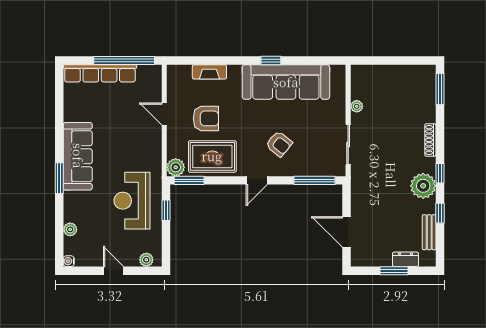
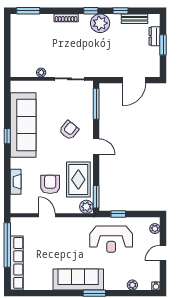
door: (164, 114) -> (47, 215), swing flipped

